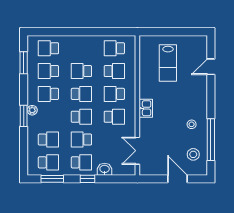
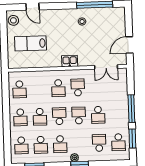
lab bench: (168, 63) -> (31, 43), turned 180
school desk: (114, 71) -> (20, 117), moved, turned 180
stool: (193, 154) -> (13, 20), moved
school desk: (48, 162) -> (118, 142), turned 180
school desk: (81, 162) -> (118, 114), removed
washbasin: (105, 169) -> (123, 94), removed
window: (87, 179) -> (131, 109), width x2.17
door: (177, 179) -> (129, 45), moved

